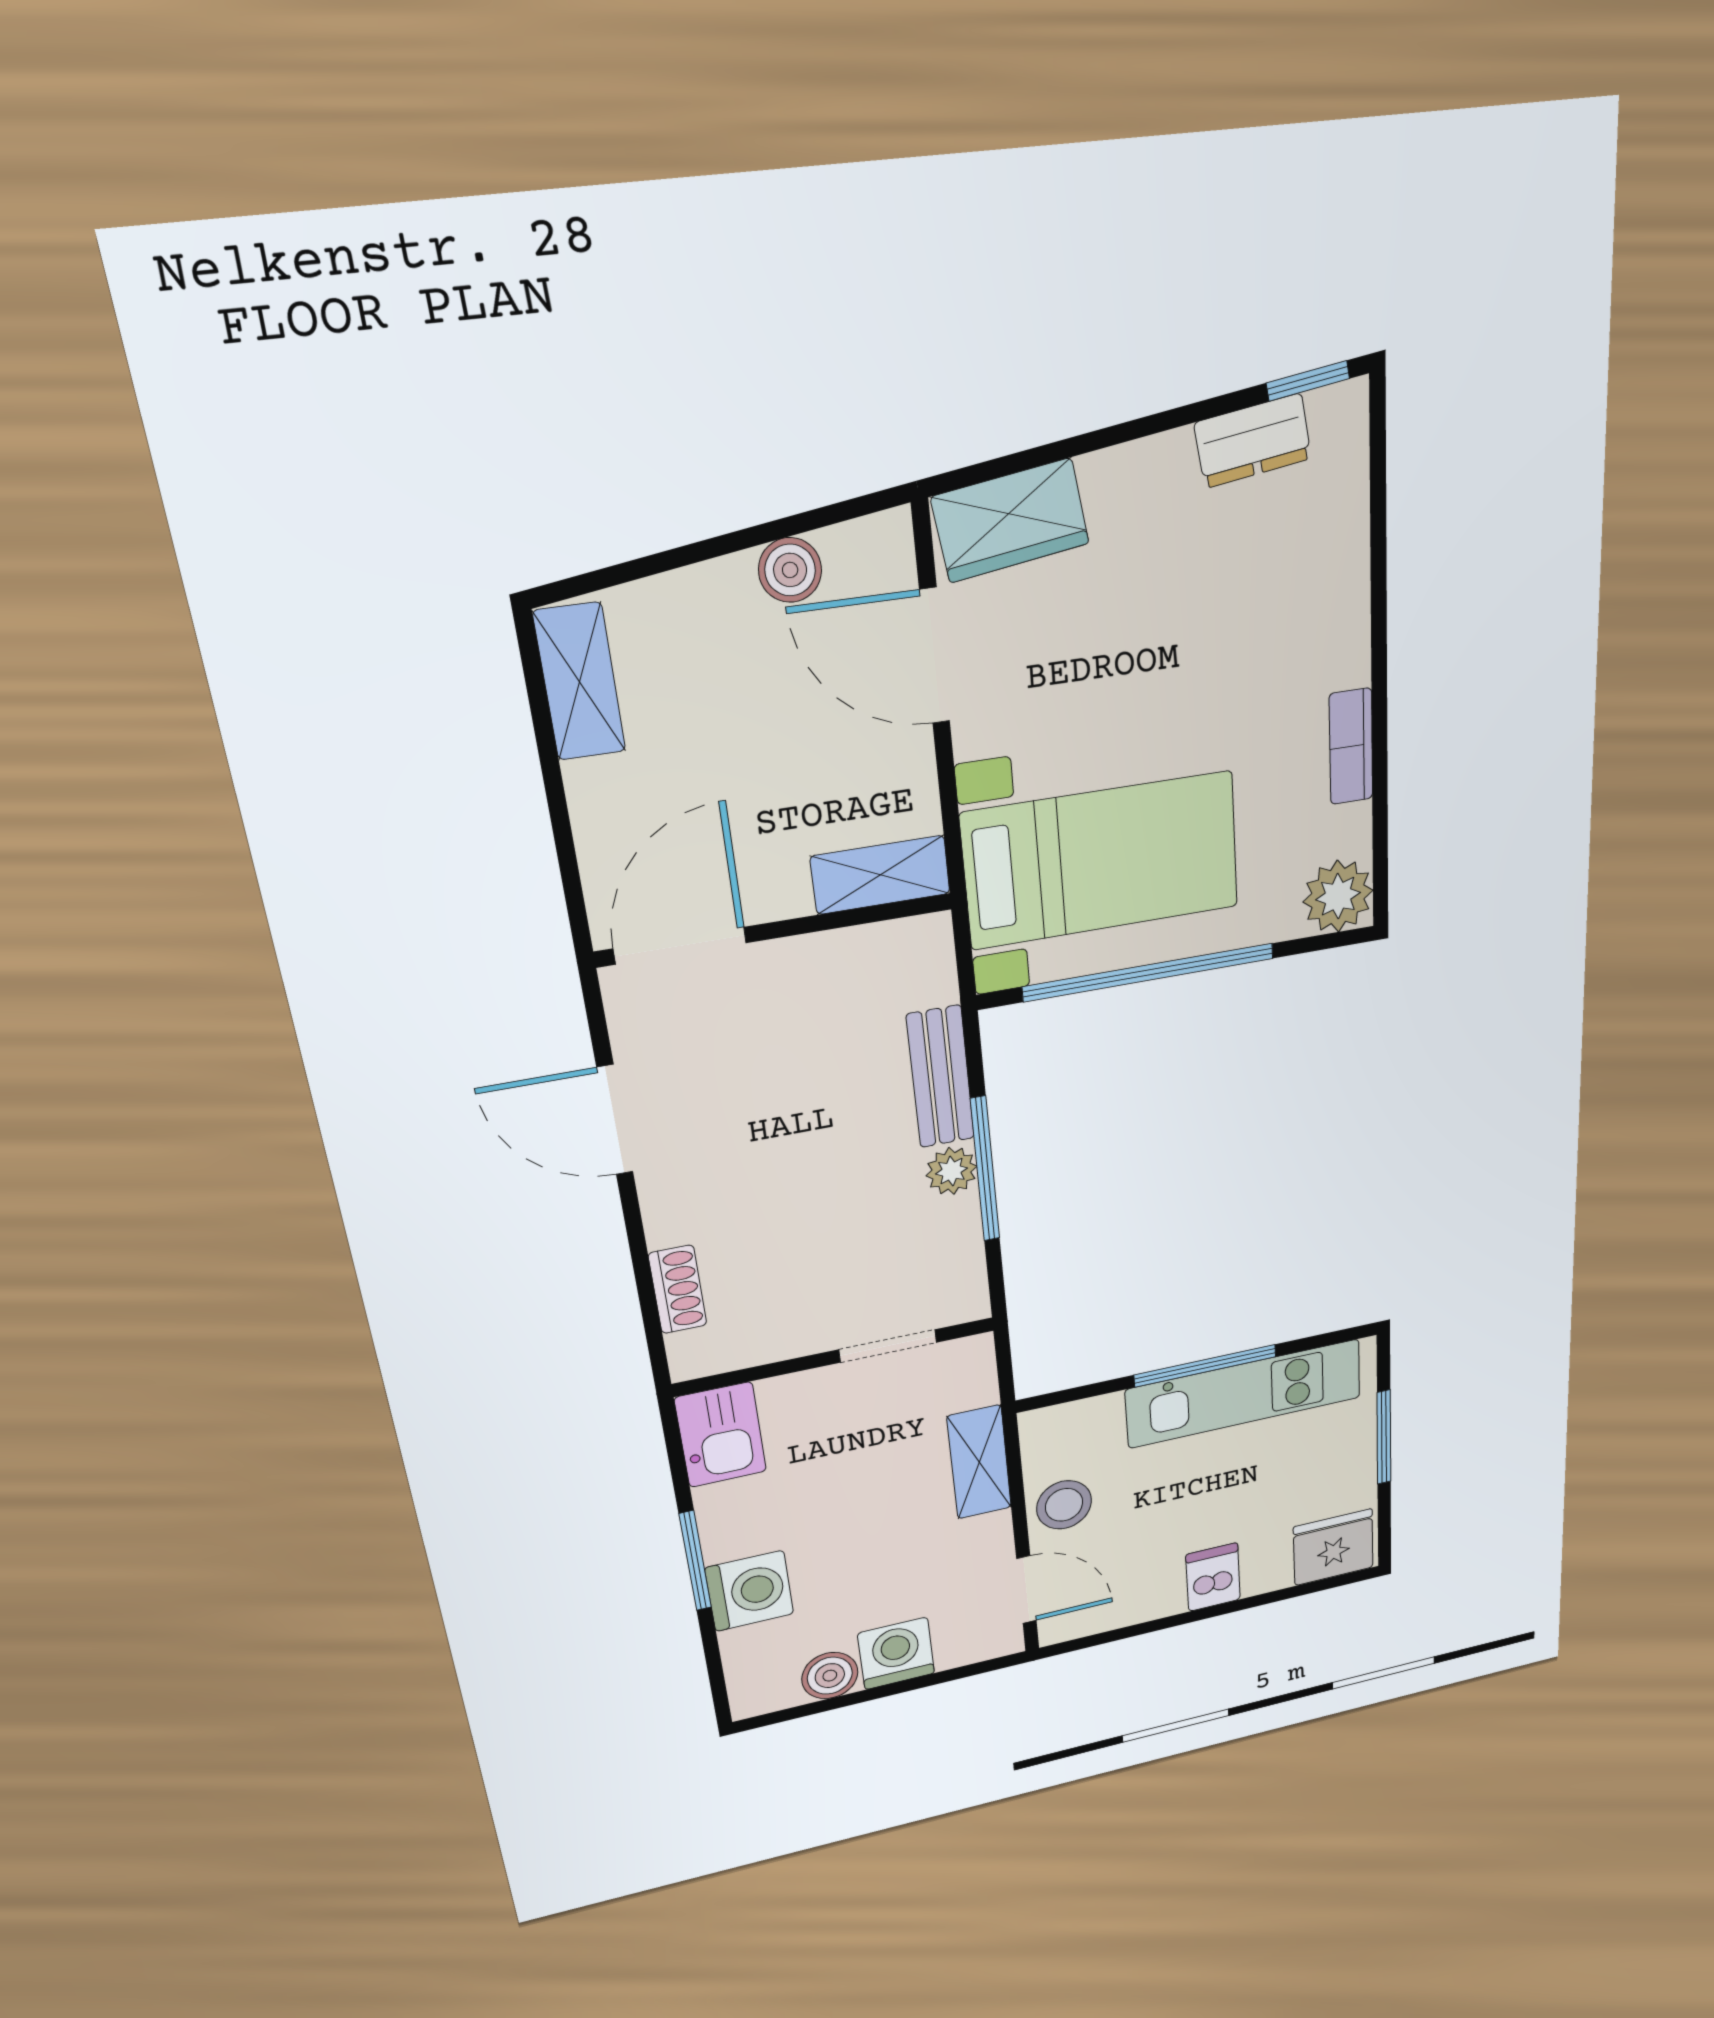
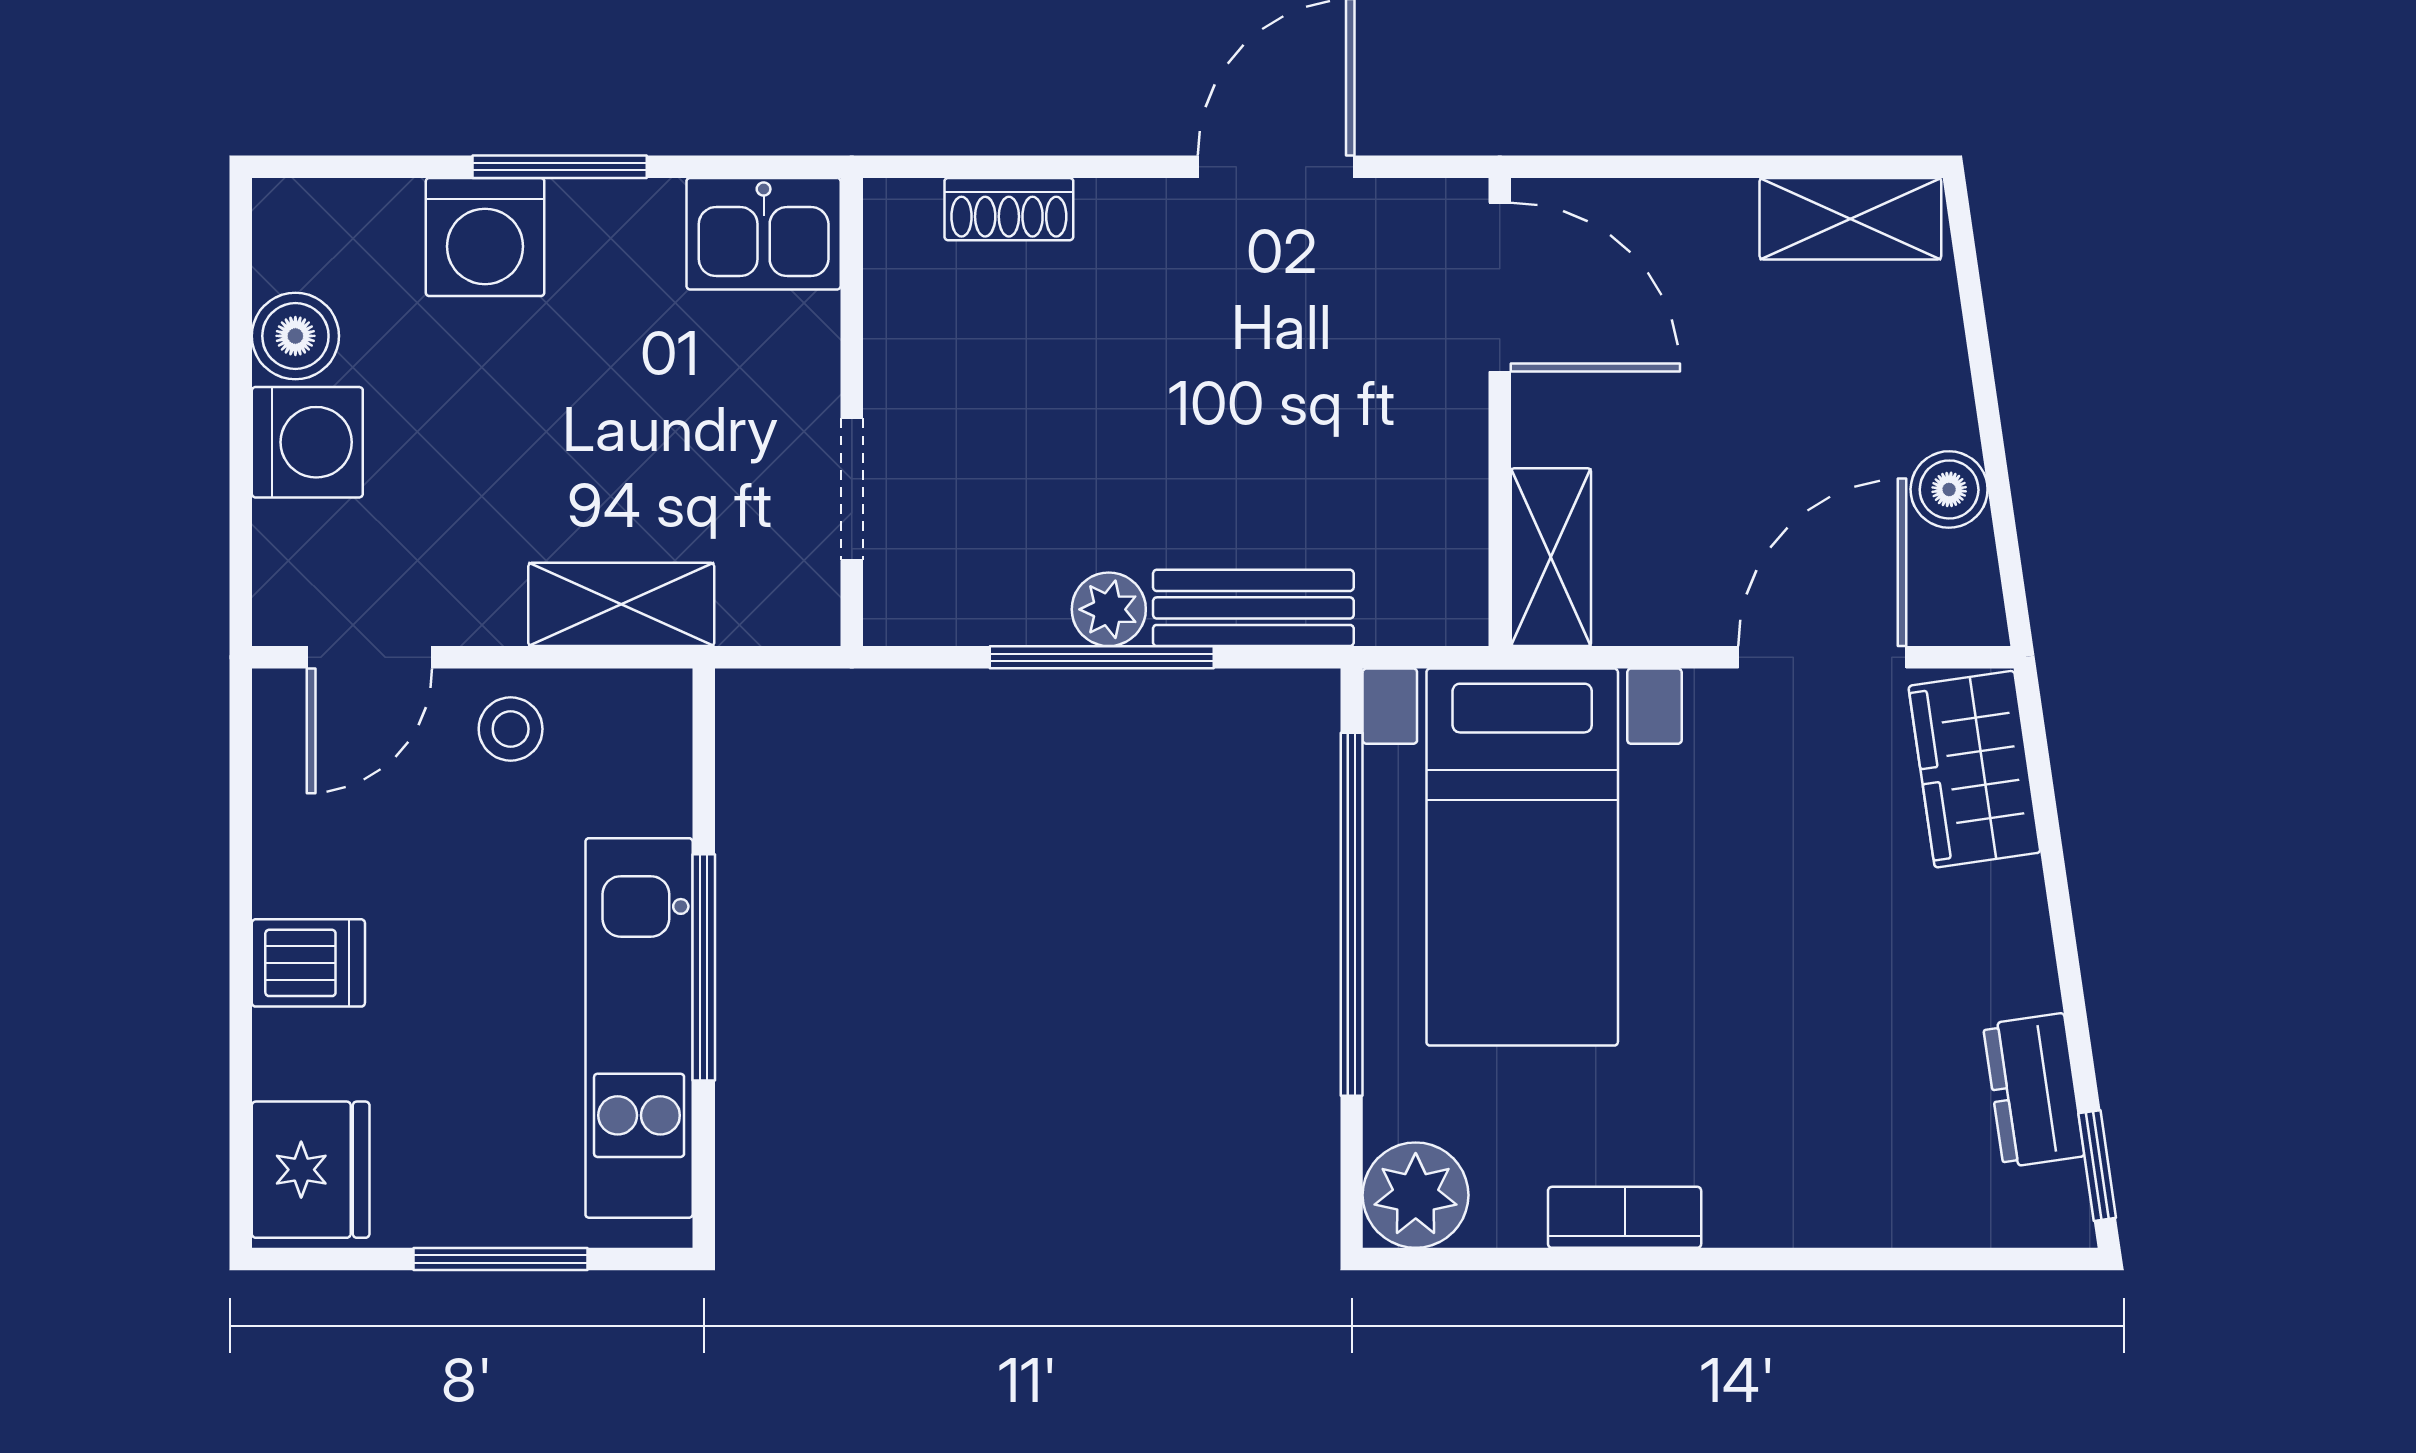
stool: (1064, 1505) -> (511, 729), width x0.73, depth x0.73

